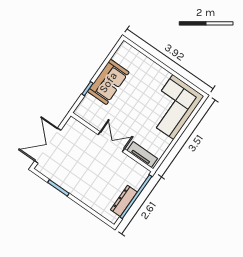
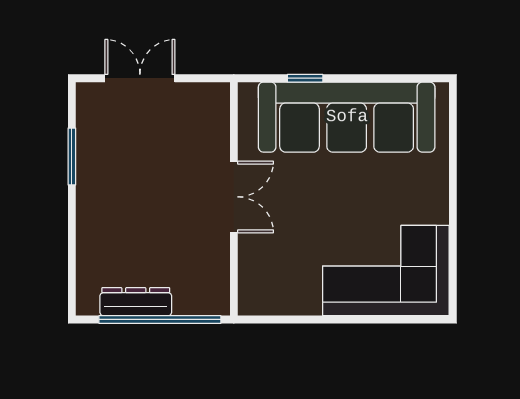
sofa: (108, 82) -> (347, 117), width x1.85, depth x1.27
double door: (48, 146) -> (140, 78), width x0.73
tv unit: (142, 154) -> (251, 275), removed

